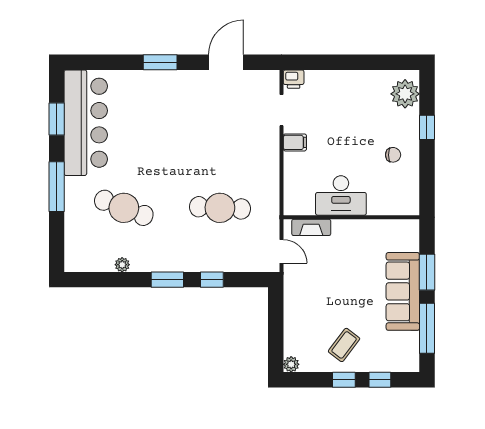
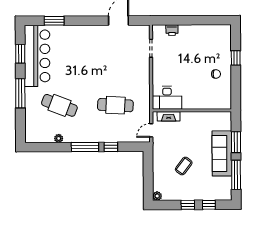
window: (160, 62) -> (54, 21), moved
printer: (294, 79) -> (172, 30), moved
plant: (405, 94) -> (223, 38), removed
filing cabinet: (295, 142) -> (159, 67), removed
desk: (341, 195) -> (167, 98), moved
door: (281, 251) -> (151, 130), swing flipped
window: (167, 280) -> (85, 147), width x1.44
coffee table: (344, 345) -> (184, 166), moved

